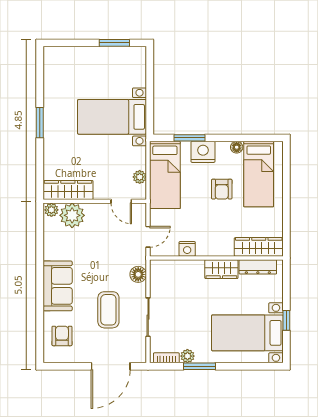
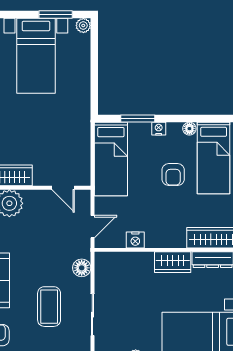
bed with nightstands: (112, 117) -> (36, 56), moved, turned -90
nightstand: (203, 152) -> (159, 129), width x0.53, depth x0.56
plant: (140, 177) -> (83, 25), moved

